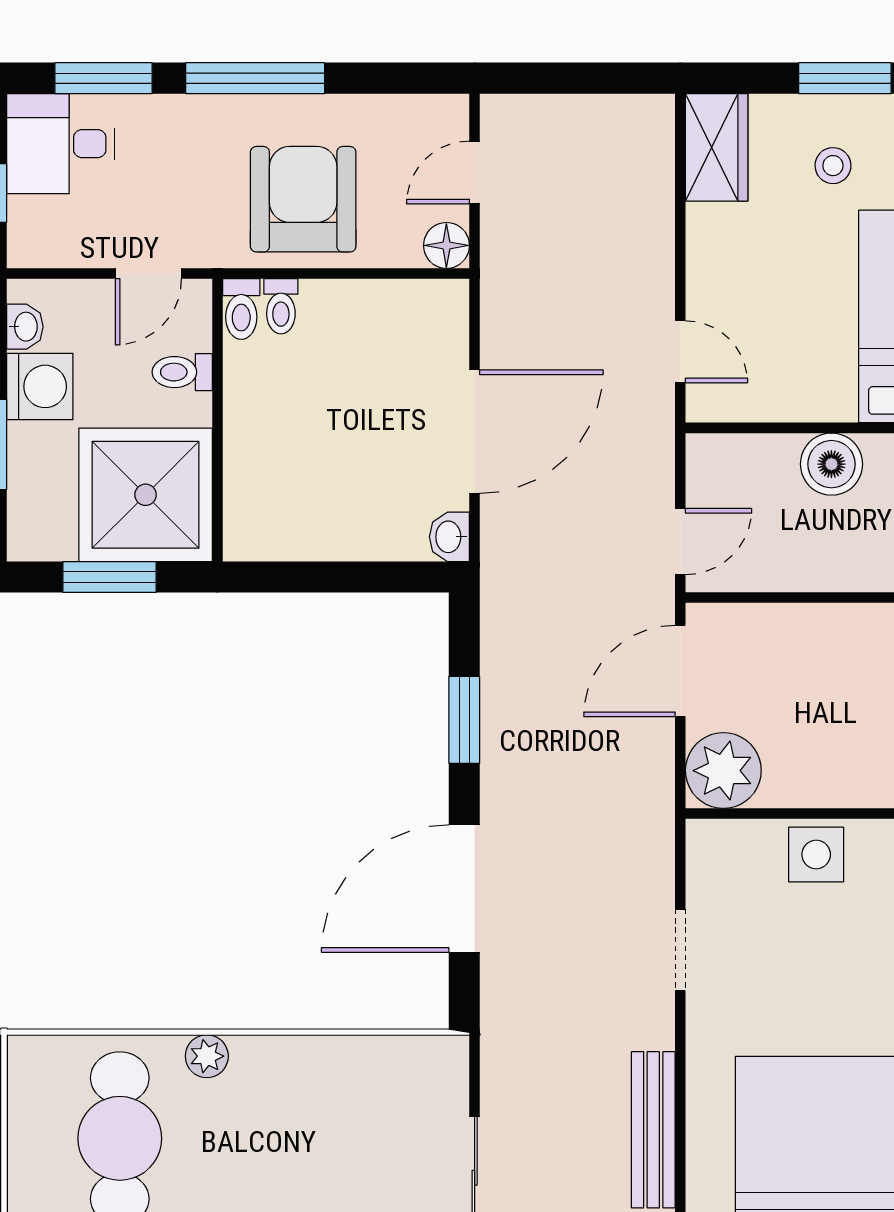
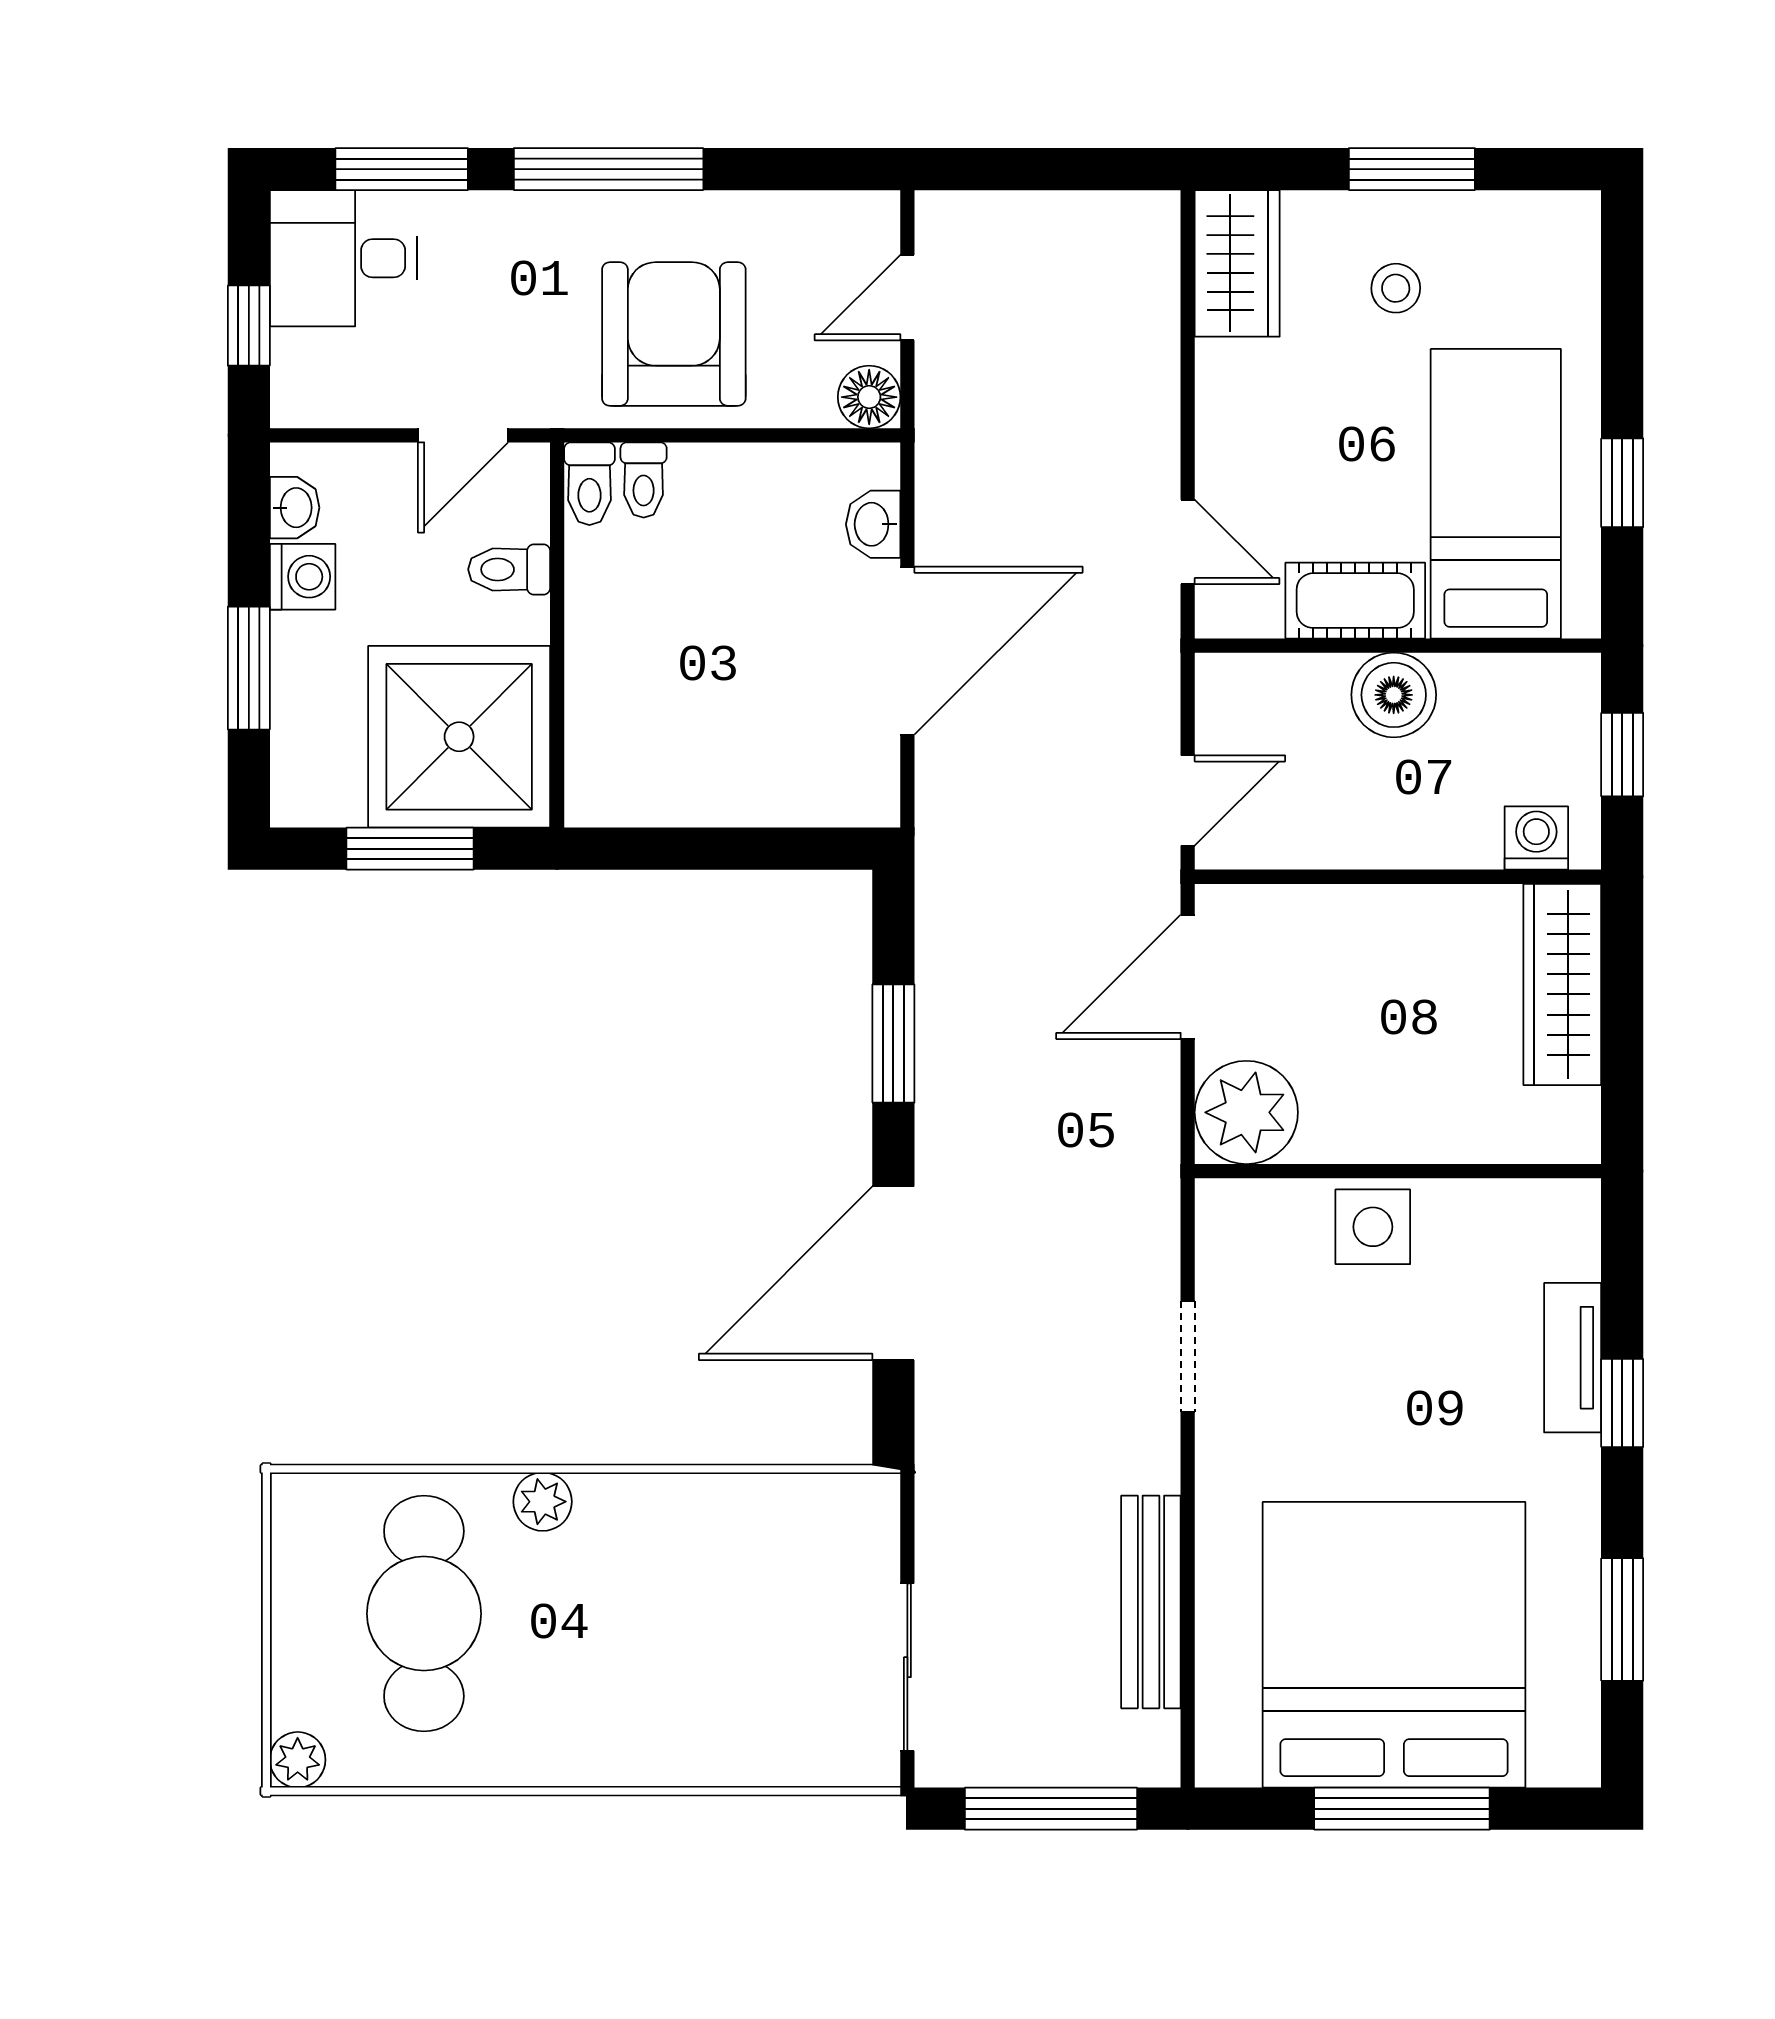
washing machine: (40, 386) -> (303, 577), width x0.73, depth x0.73
cot: (803, 395) -> (1355, 601), added
washbasin: (449, 537) -> (873, 524), moved

